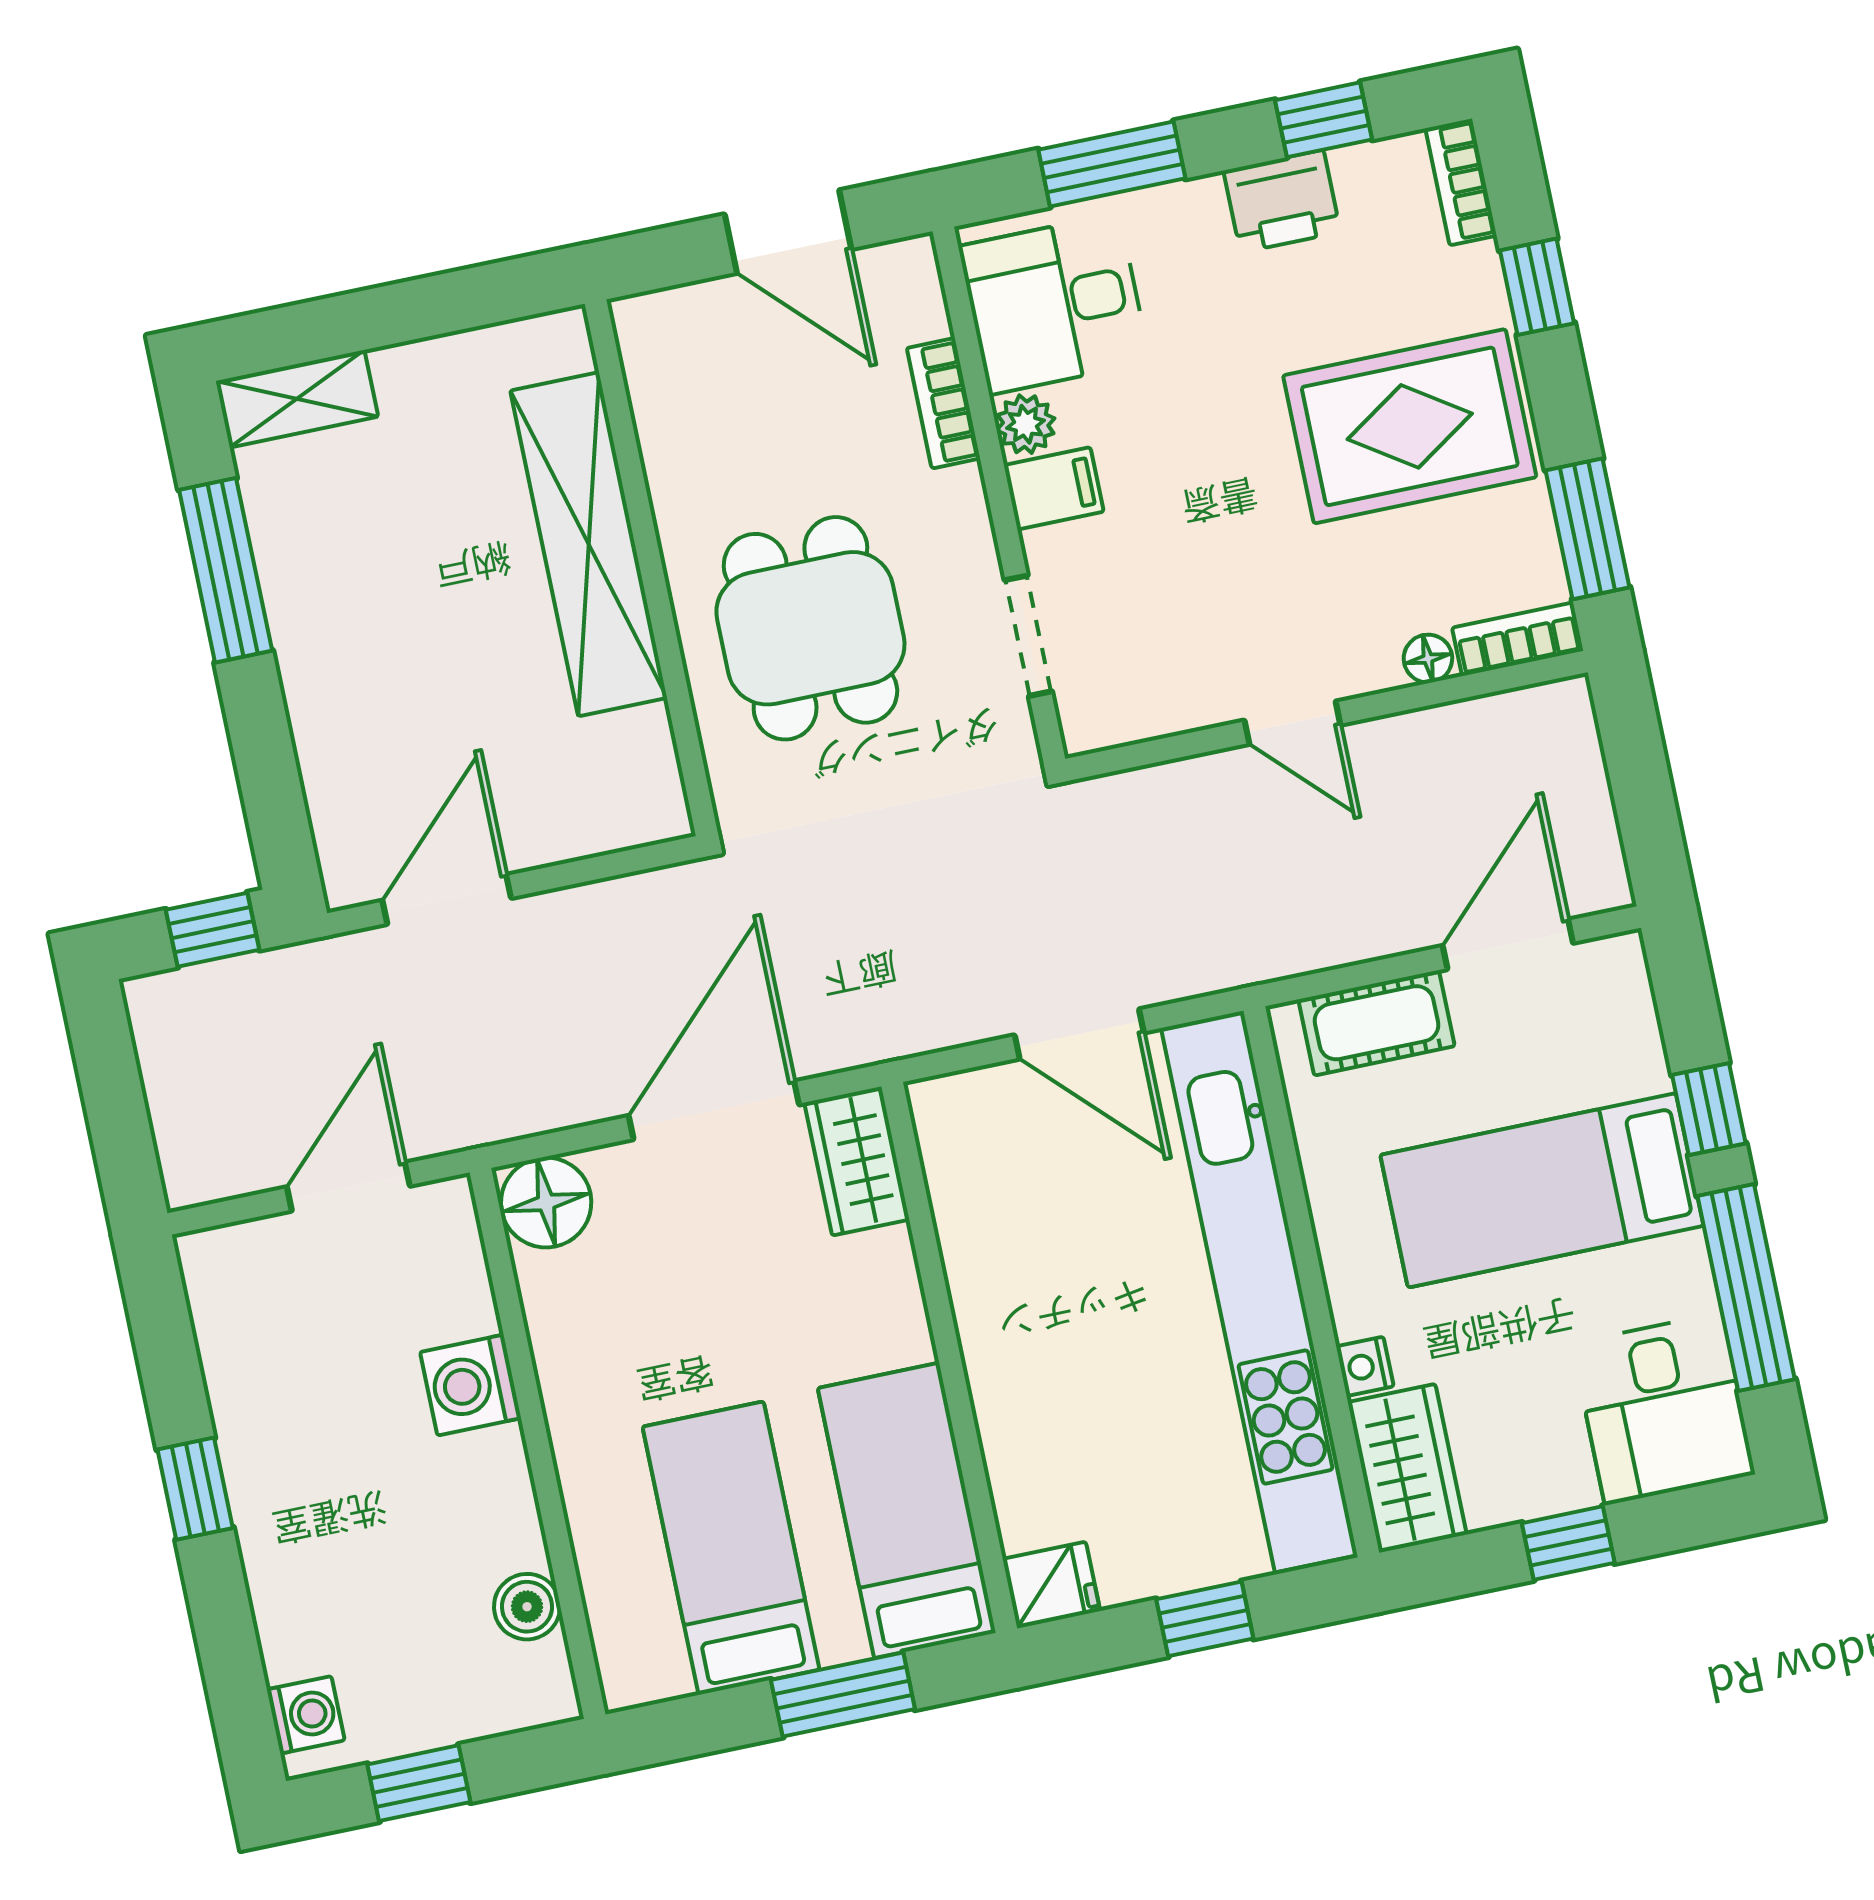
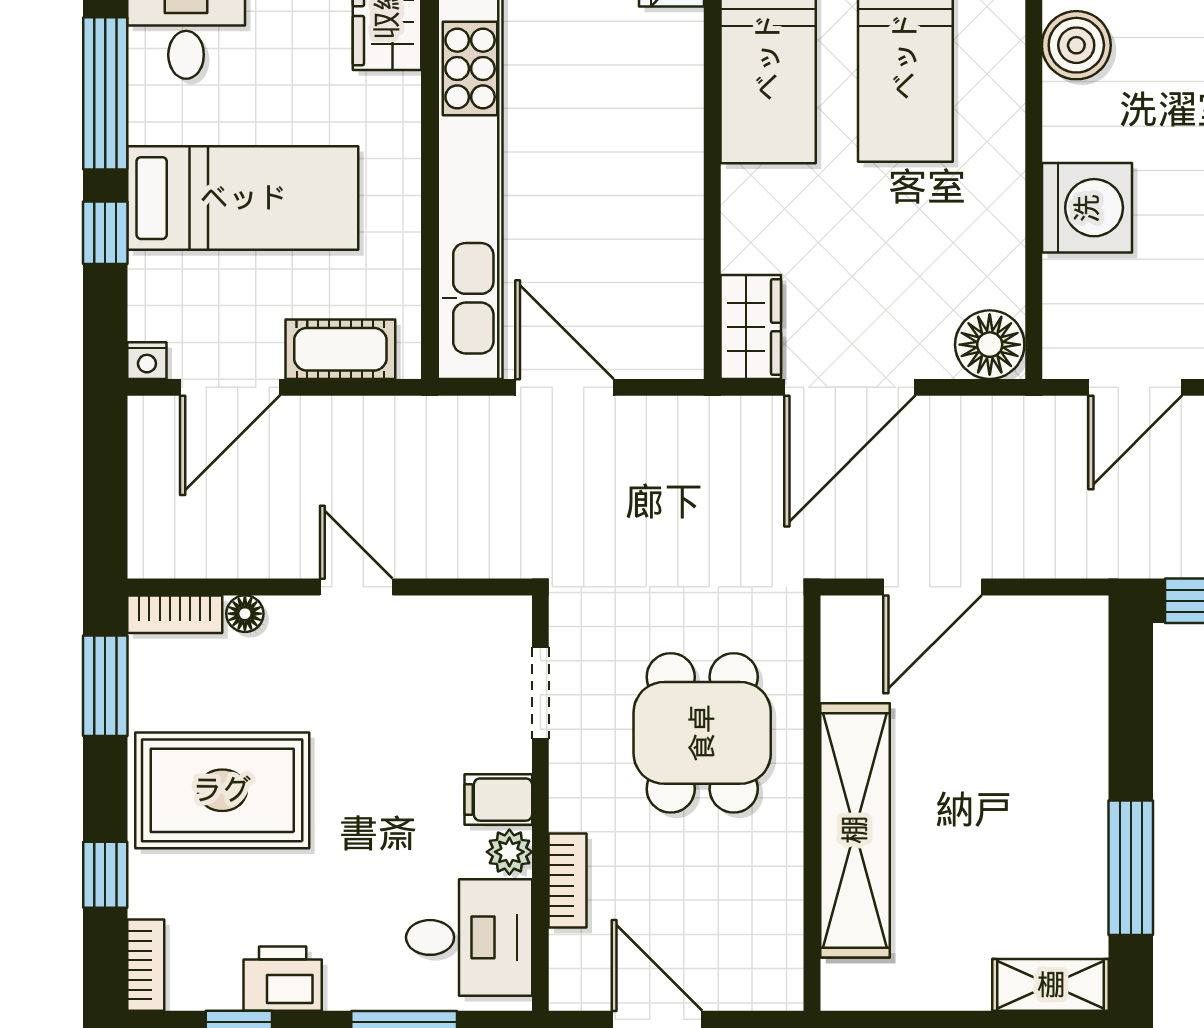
door: (447, 899) -> (932, 587), moved
nightstand: (1365, 1366) -> (147, 361), moved, turned 90
washing machine: (471, 1385) -> (1087, 208), width x1.37, depth x1.37
boiler: (527, 1607) -> (1076, 45), width x1.36, depth x1.36

